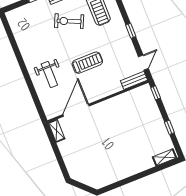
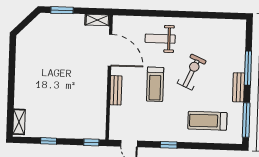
exercise bike: (69, 21) -> (192, 72), moved
bench: (134, 80) -> (116, 90), moved
window: (61, 162) -> (62, 10), added

